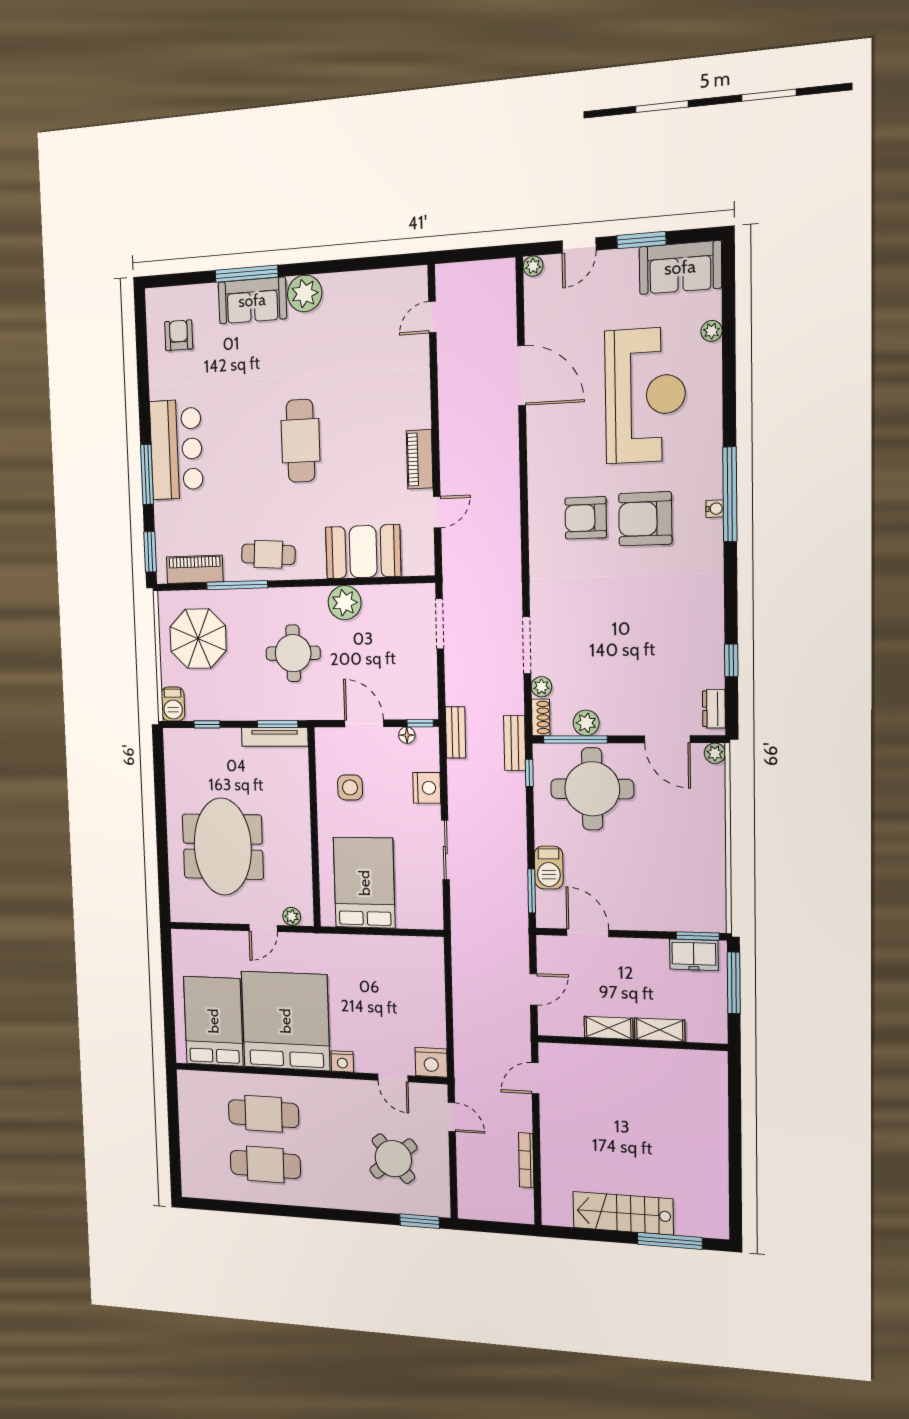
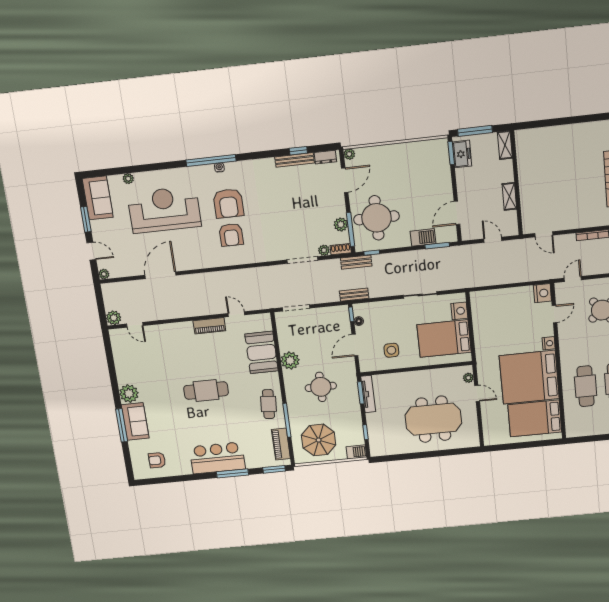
plant: (449, 277) -> (114, 318), added
bench: (714, 651) -> (295, 160), added
nightstand: (427, 788) -> (459, 311), moved, turned 90
shelving: (660, 1030) -> (505, 145), moved

